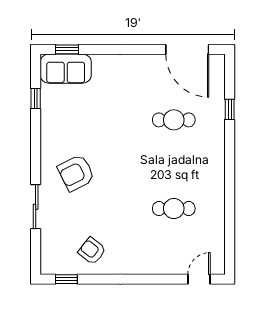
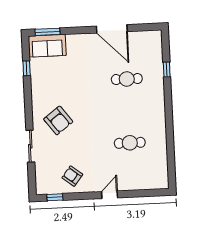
window: (67, 49) -> (48, 32), width x1.50
door: (187, 49) -> (112, 29), moved
armchair: (76, 173) -> (58, 120), turned -100
door: (199, 279) -> (110, 195), moved

